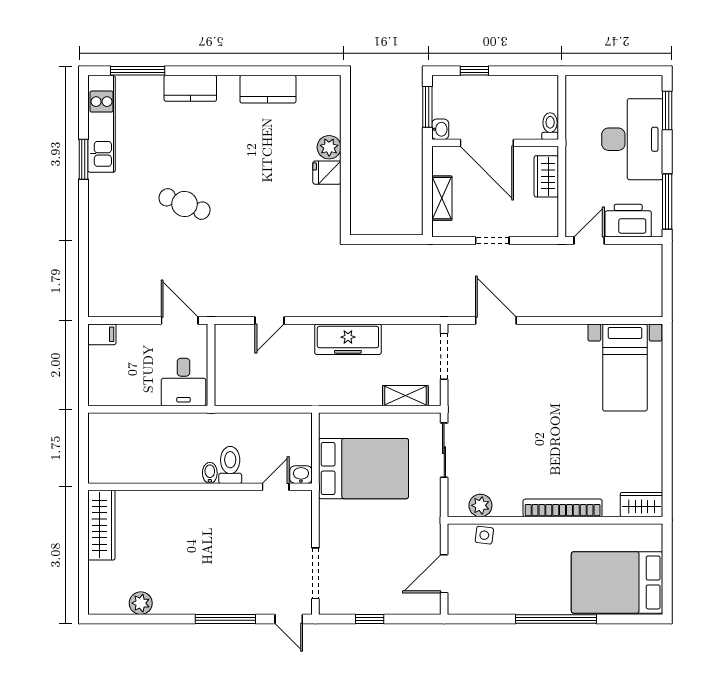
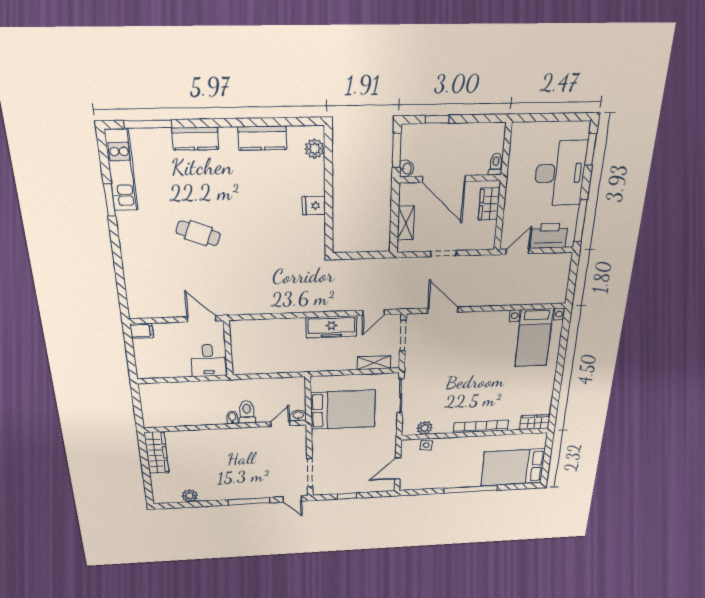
plant: (329, 147) -> (315, 149), moved
door: (269, 320) -> (374, 313), moved

